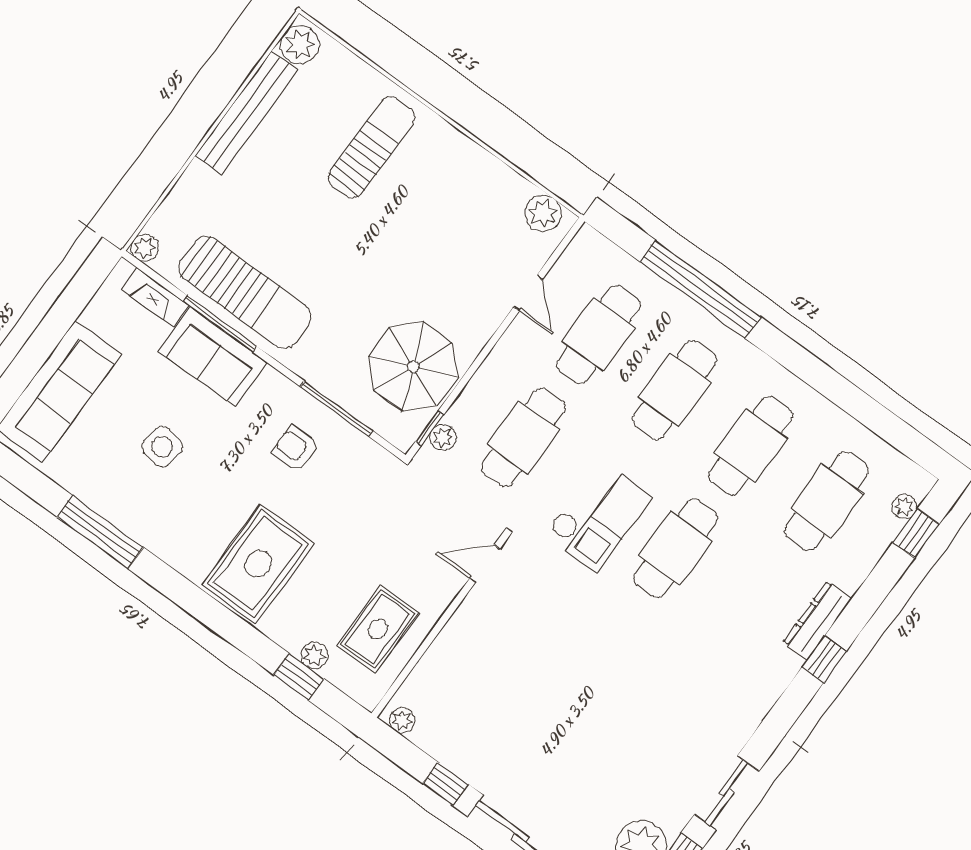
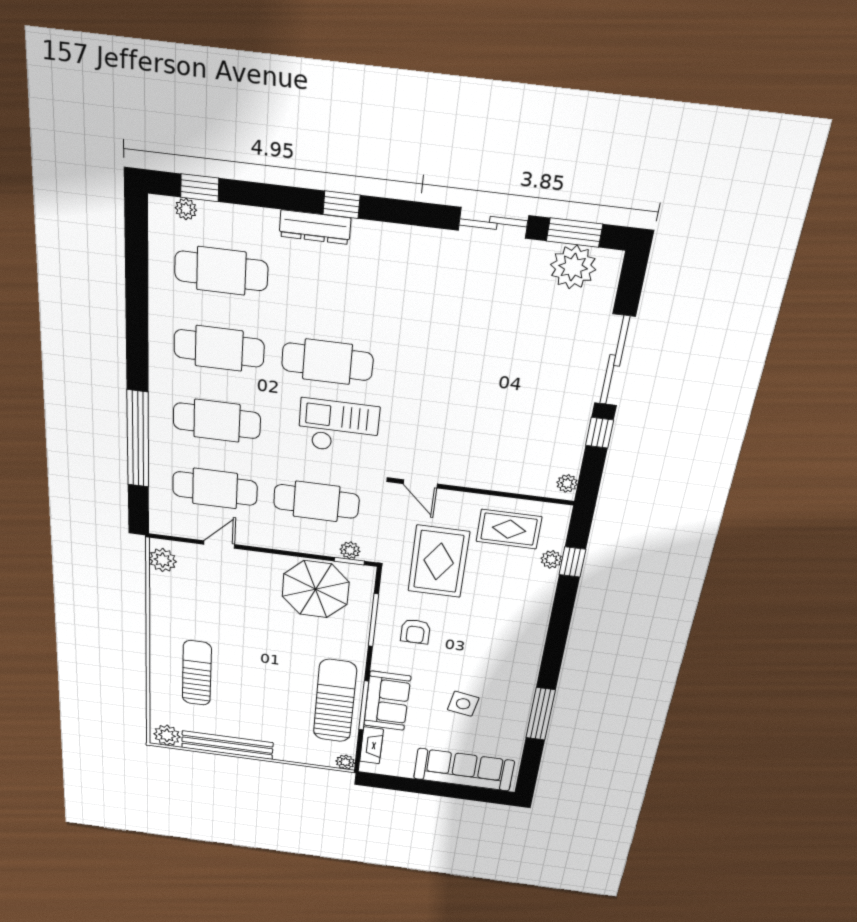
sun lounger: (372, 147) -> (197, 673), turned 90
rug: (258, 564) -> (439, 562), moved, turned 90

